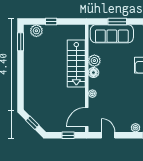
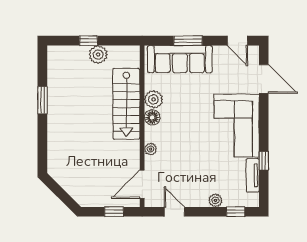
plant: (36, 31) -> (98, 55), moved
window: (21, 42) -> (42, 100), moved
window: (32, 123) -> (60, 193), removed

